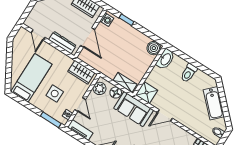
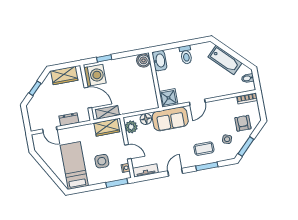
washing machine: (107, 20) -> (95, 75), width x1.89, depth x1.89
dresser: (62, 43) -> (69, 119), width x0.70
shelving: (125, 82) -> (107, 112), moved

